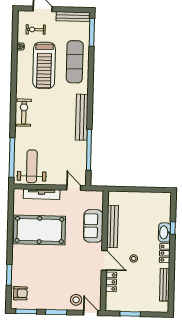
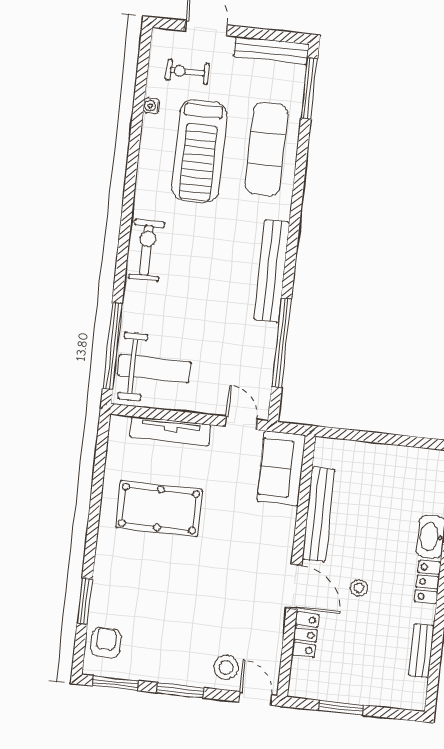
weight bench: (32, 166) -> (154, 369), turned 90
sofa: (93, 226) -> (281, 468), moved
pool table: (39, 230) -> (159, 509), width x0.73, depth x0.76
bench: (165, 285) -> (421, 651), width x0.73
armchair: (20, 293) -> (106, 643), turned -90

